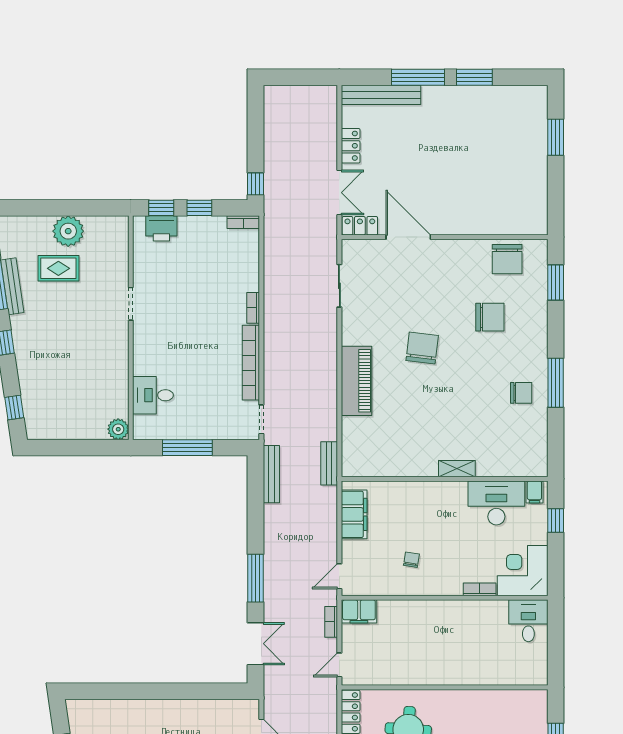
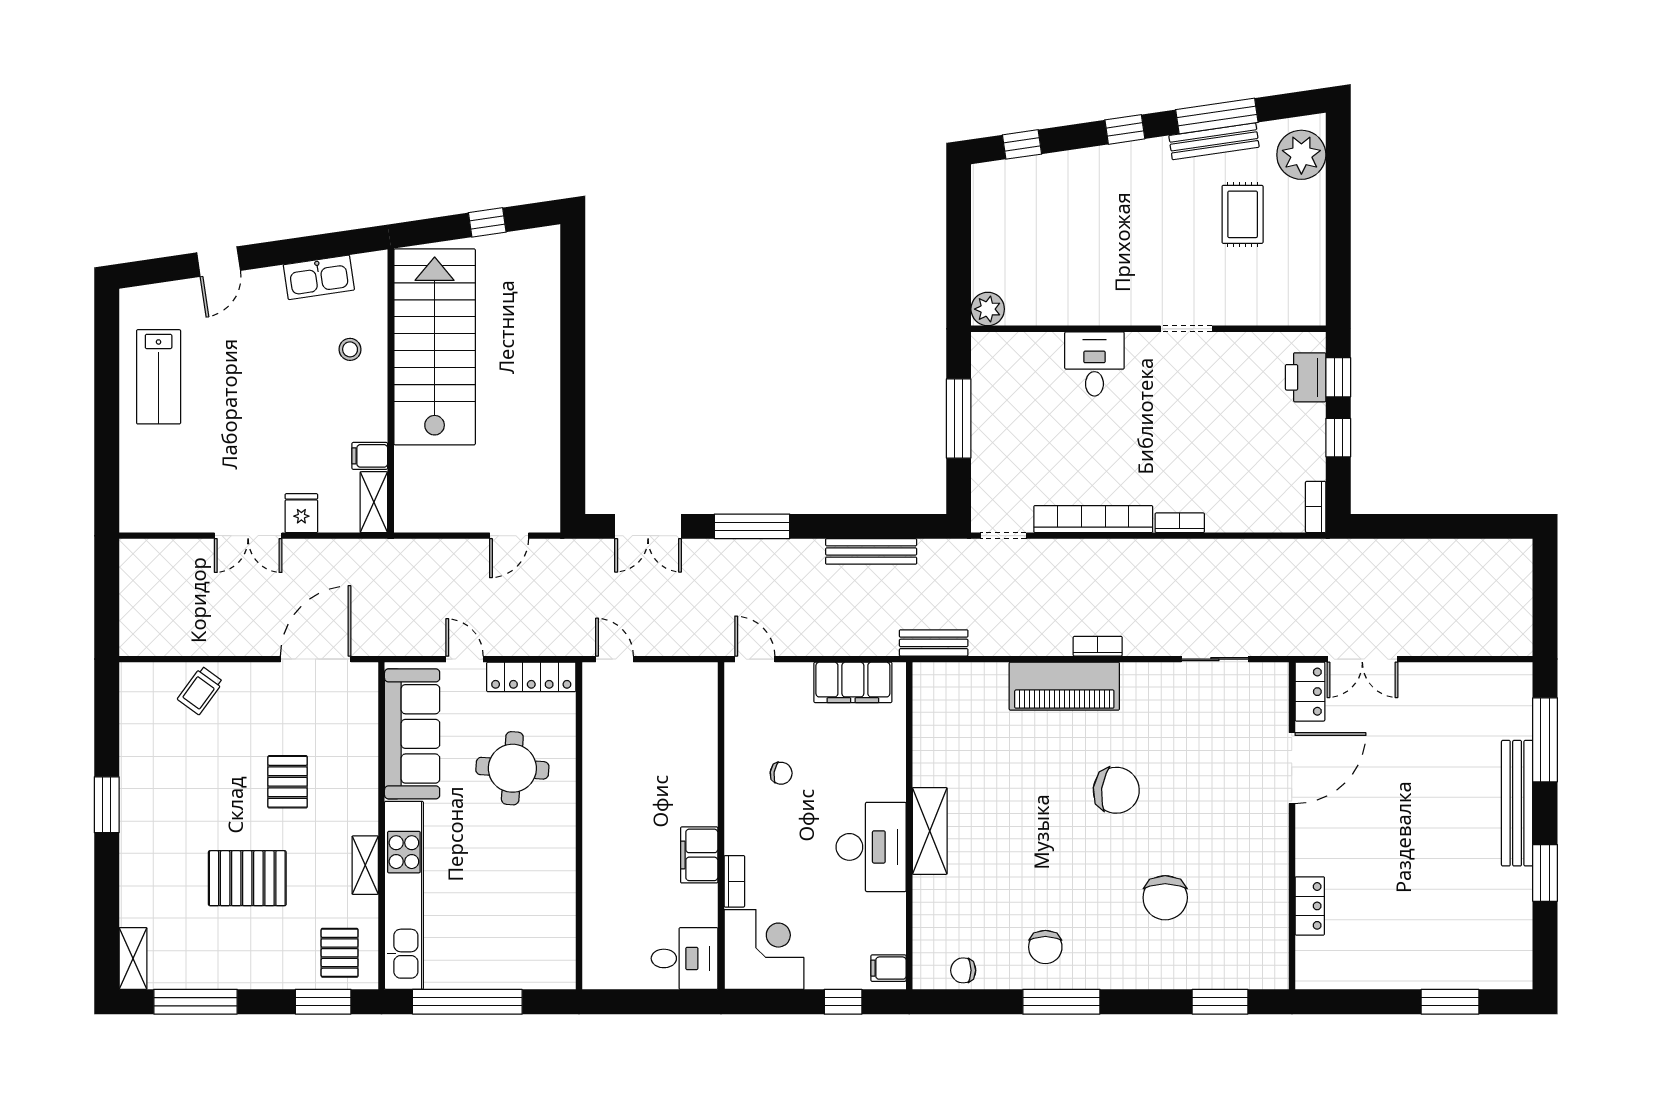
window: (418, 77) -> (1545, 740), moved
bench: (381, 95) -> (1517, 803), moved
locker: (351, 146) -> (1310, 906), moved, turned -90
window: (255, 184) -> (1376, 526), removed
plant: (68, 231) -> (1301, 155), moved
chair: (507, 259) -> (963, 970), moved, width x0.54, depth x0.54
desk: (153, 395) -> (1094, 364), moved
shelving: (457, 469) -> (930, 831), width x1.50, depth x1.33
bench: (271, 474) -> (871, 551), moved
desk: (496, 503) -> (871, 847), moved
filing cabinet: (359, 611) -> (699, 855), moved
bookcase: (331, 622) -> (1098, 646), moved

